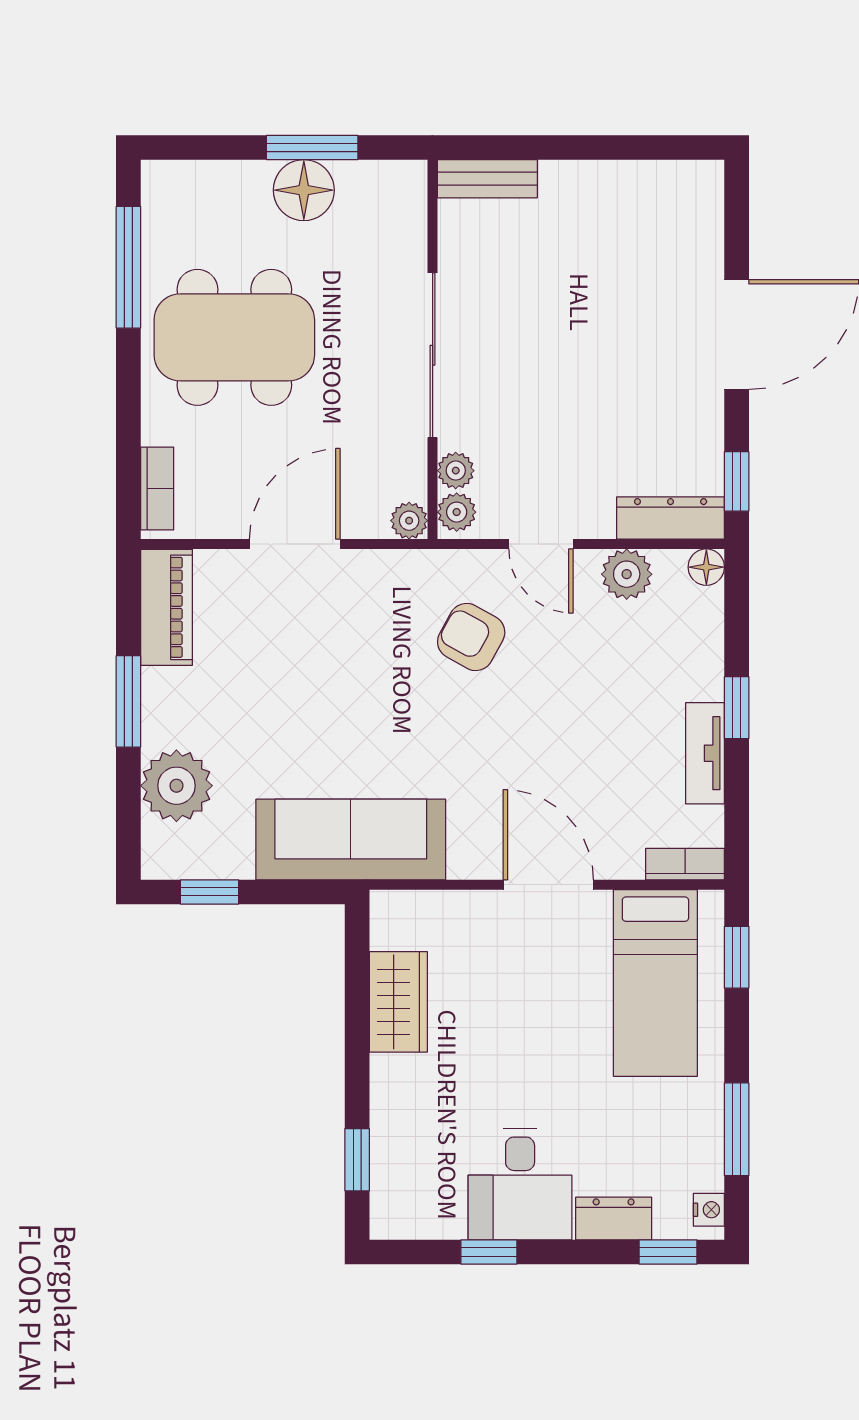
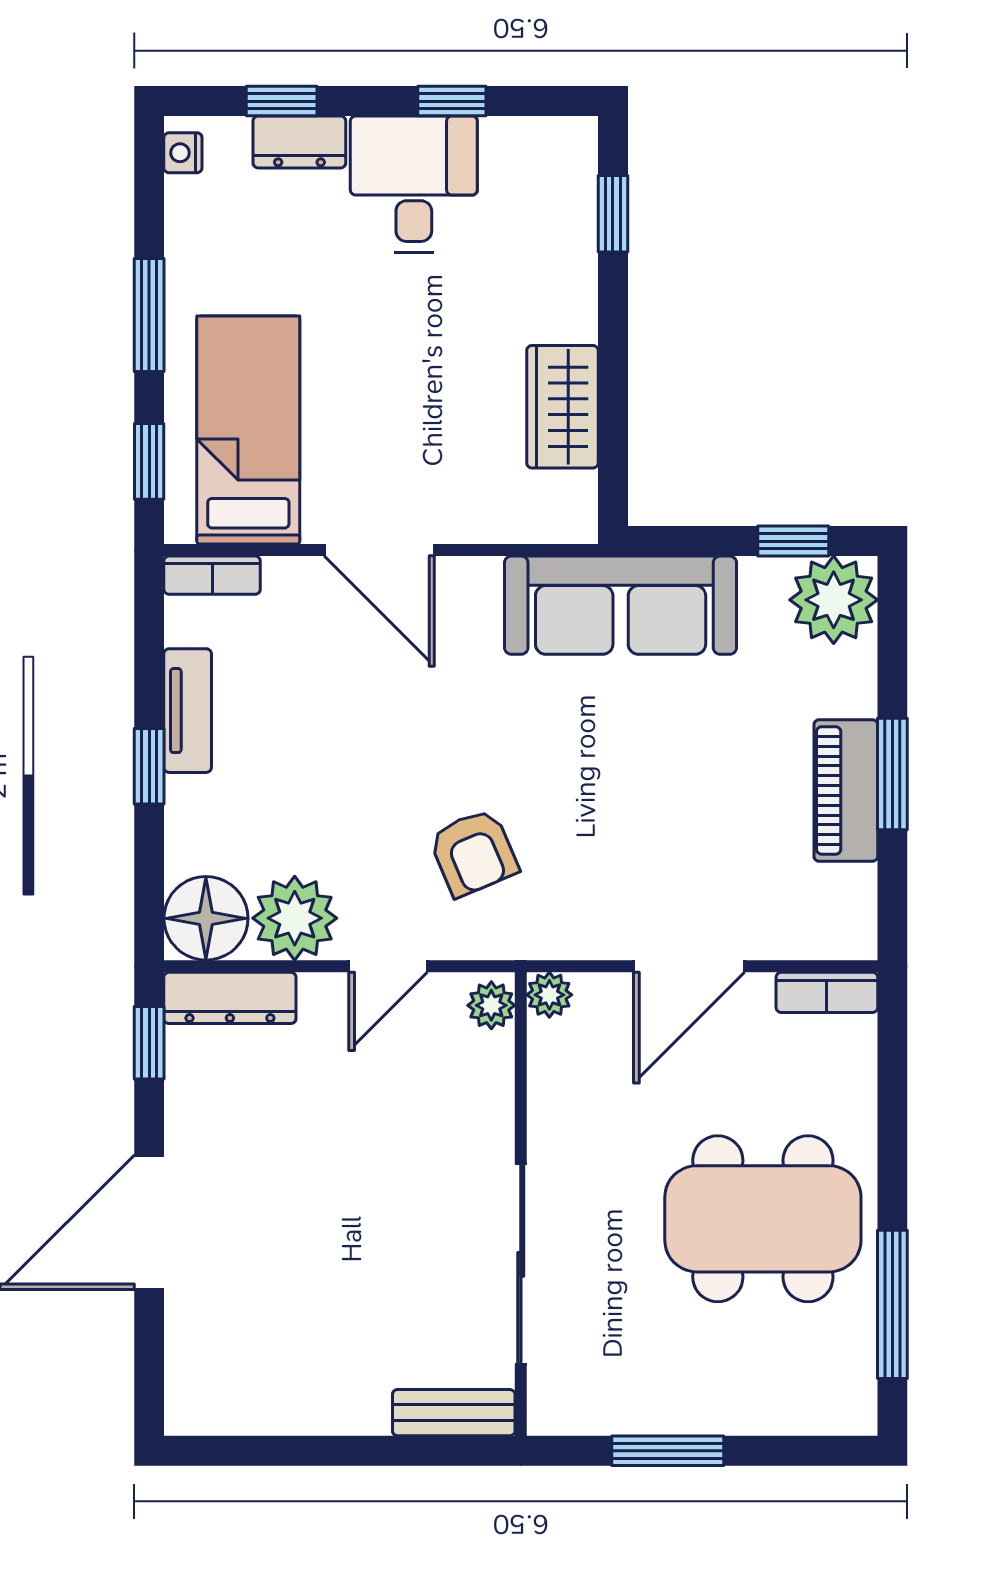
floor lamp: (304, 190) -> (678, 1399), removed
sliding door: (433, 355) -> (521, 1264), moved
plant: (456, 471) -> (492, 1056), removed
bookcase: (157, 488) -> (827, 992), moved, turned -90
door: (541, 544) -> (388, 966), swing flipped
floor lamp: (706, 567) -> (206, 918), width x1.89, depth x1.89
plant: (627, 574) -> (295, 918), width x1.36, depth x1.36
piano: (167, 607) -> (846, 790), moved
armchair: (471, 637) -> (474, 853), turned 38
plant: (176, 786) -> (834, 600), moved
window: (737, 1129) -> (149, 315), moved
window: (668, 1252) -> (282, 101), moved

